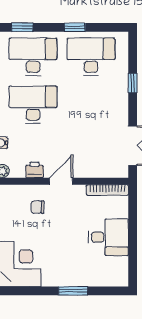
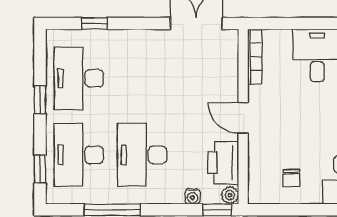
window: (133, 83) -> (95, 23), moved
printer: (35, 170) -> (223, 163), width x1.87, depth x1.48
chair: (38, 207) -> (291, 178), moved

